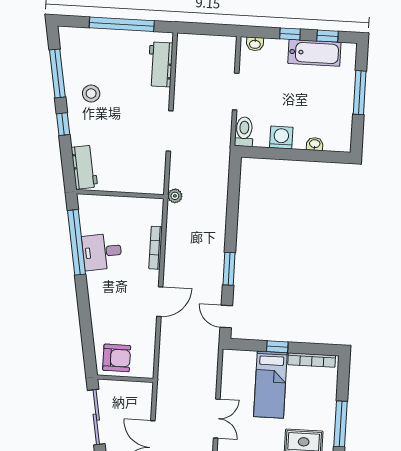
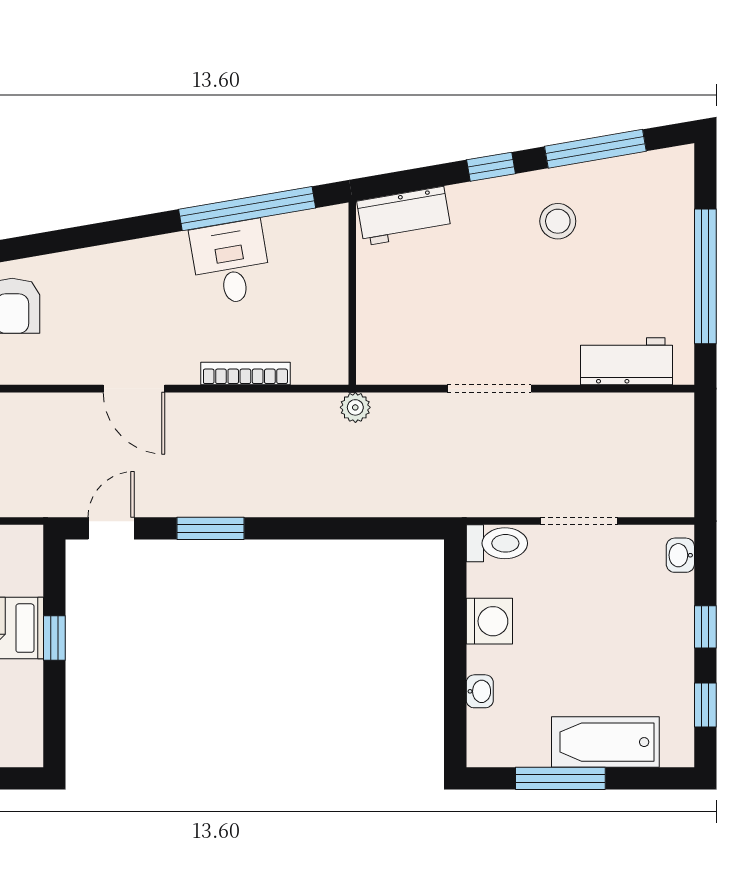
bathtub: (314, 53) -> (605, 742), moved, turned 90
window: (360, 93) -> (560, 778), moved
bookcase: (312, 360) -> (31, 711), removed

